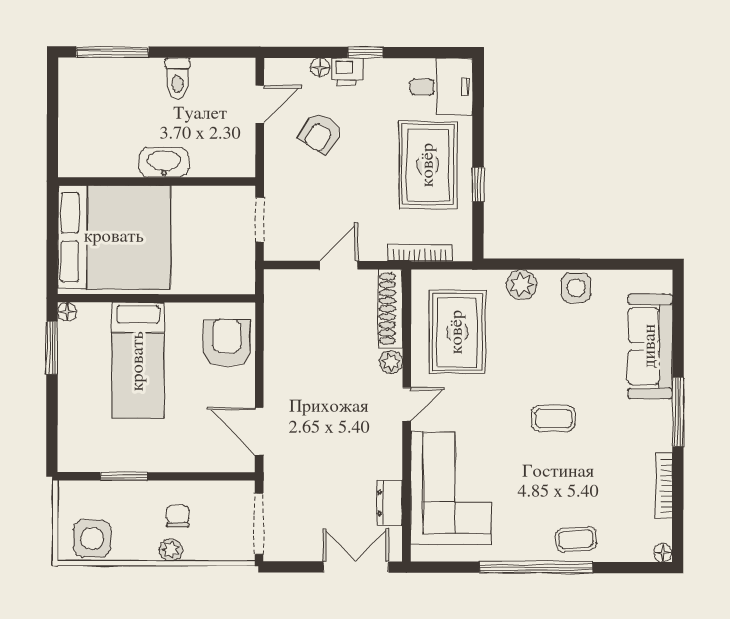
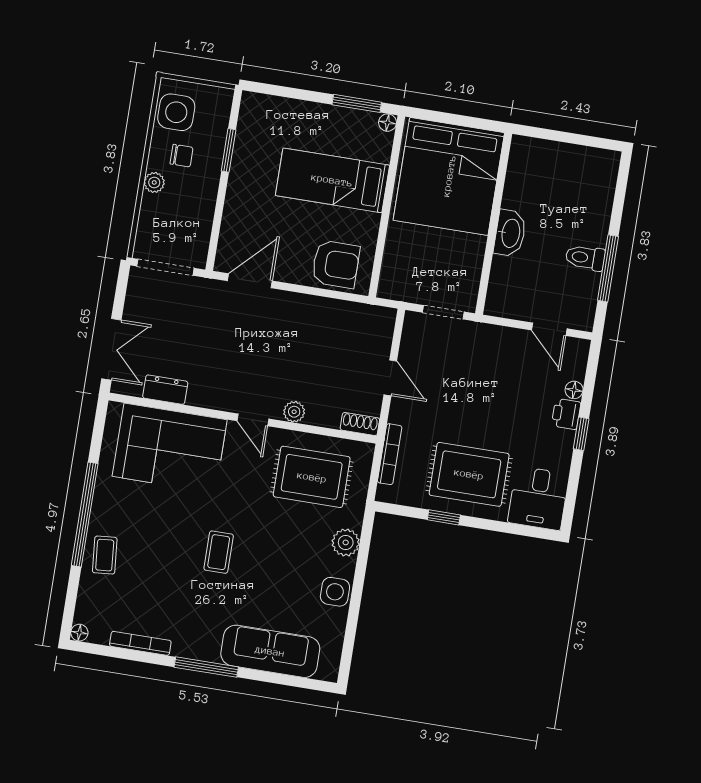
window: (112, 52) -> (608, 268), moved
armchair: (320, 133) -> (514, 381), removed
shoe rack: (391, 309) -> (360, 424), width x0.51, depth x0.81
chair: (178, 516) -> (182, 156), moved

